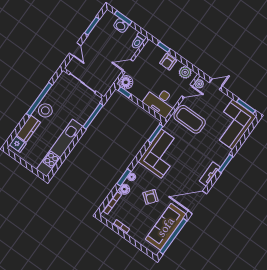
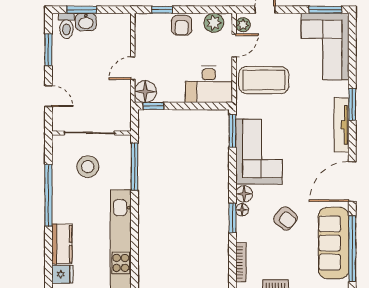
toilet: (138, 41) -> (66, 26), moved
stool: (45, 110) -> (88, 167), moved
tv unit: (210, 174) -> (342, 125), width x1.41
floor lamp: (124, 189) -> (244, 194), moved

